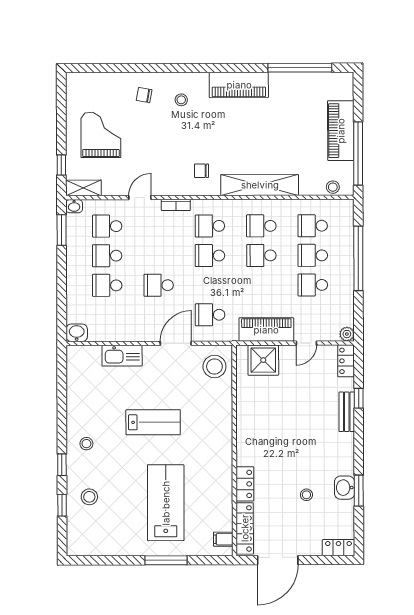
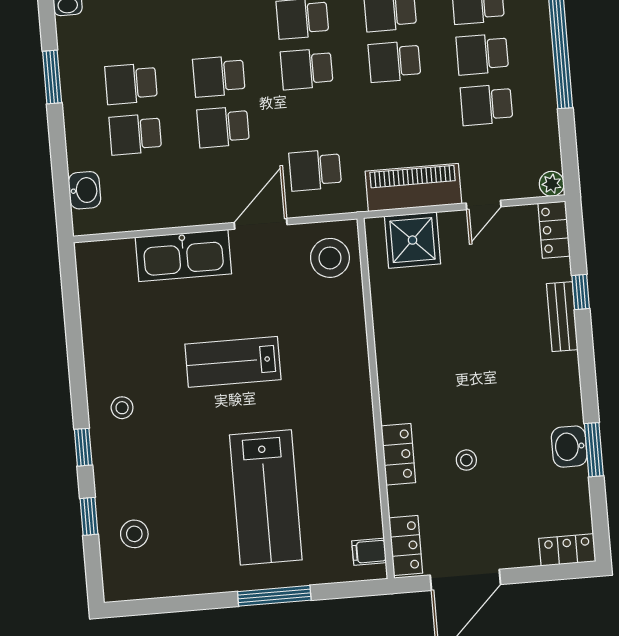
school desk: (107, 226) -> (219, 76), moved
window: (62, 230) -> (52, 77), moved
washbasin: (77, 333) -> (84, 190), moved, turned 90
kitchen sink: (122, 356) -> (183, 256), width x1.36, depth x1.24
lab bench: (153, 422) -> (233, 362), turned 180
stool: (306, 495) -> (466, 460), moved
stool: (89, 497) -> (134, 534), moved
lab bench: (166, 503) -> (266, 497), turned 180
locker: (245, 528) -> (406, 546), width x0.66

